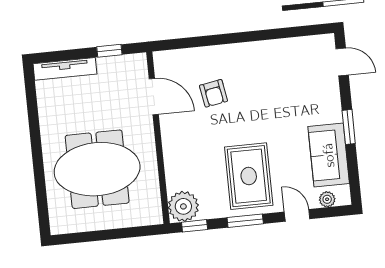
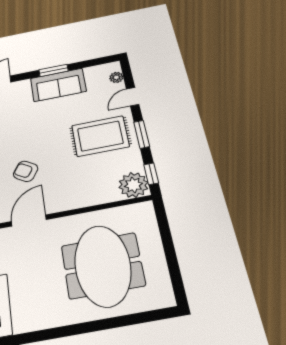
armchair: (214, 93) -> (26, 171), turned -138
sofa: (329, 155) -> (58, 85), moved

